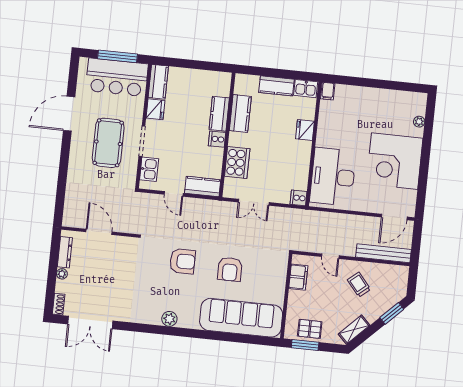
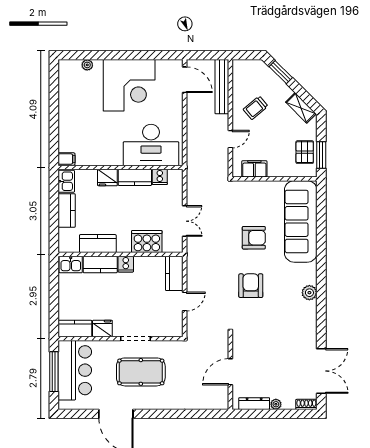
kitchen counter: (302, 157) -> (135, 177), added
kitchen sink: (149, 169) -> (71, 265), moved, turned 180
cooker: (299, 198) -> (160, 177), moved

